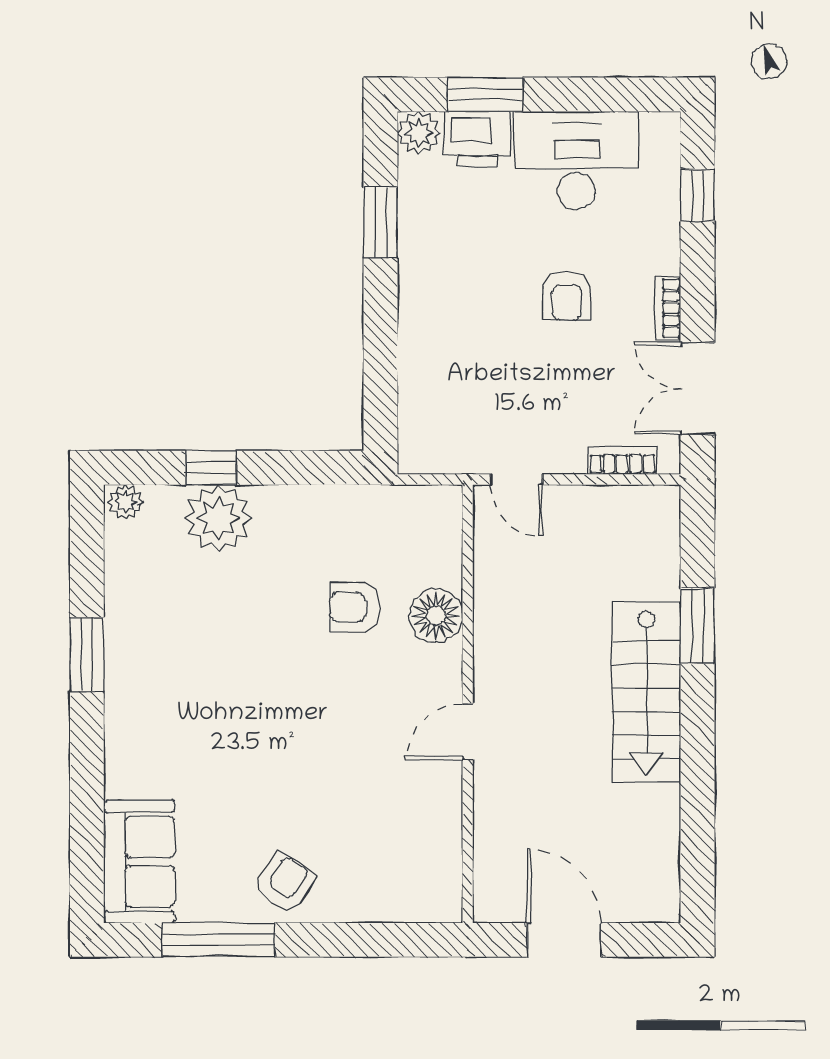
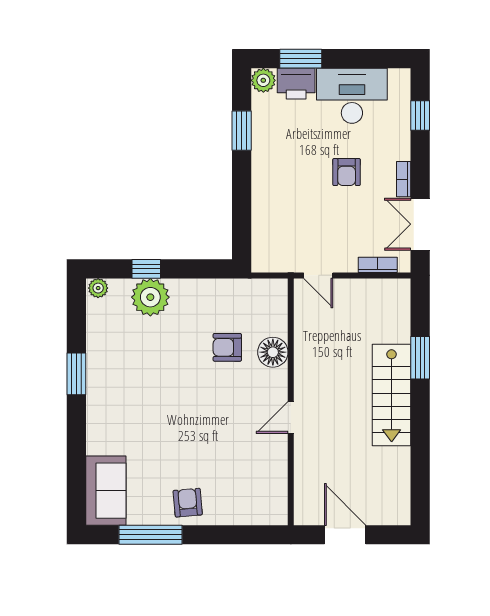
armchair: (285, 883) -> (188, 503), turned -39

